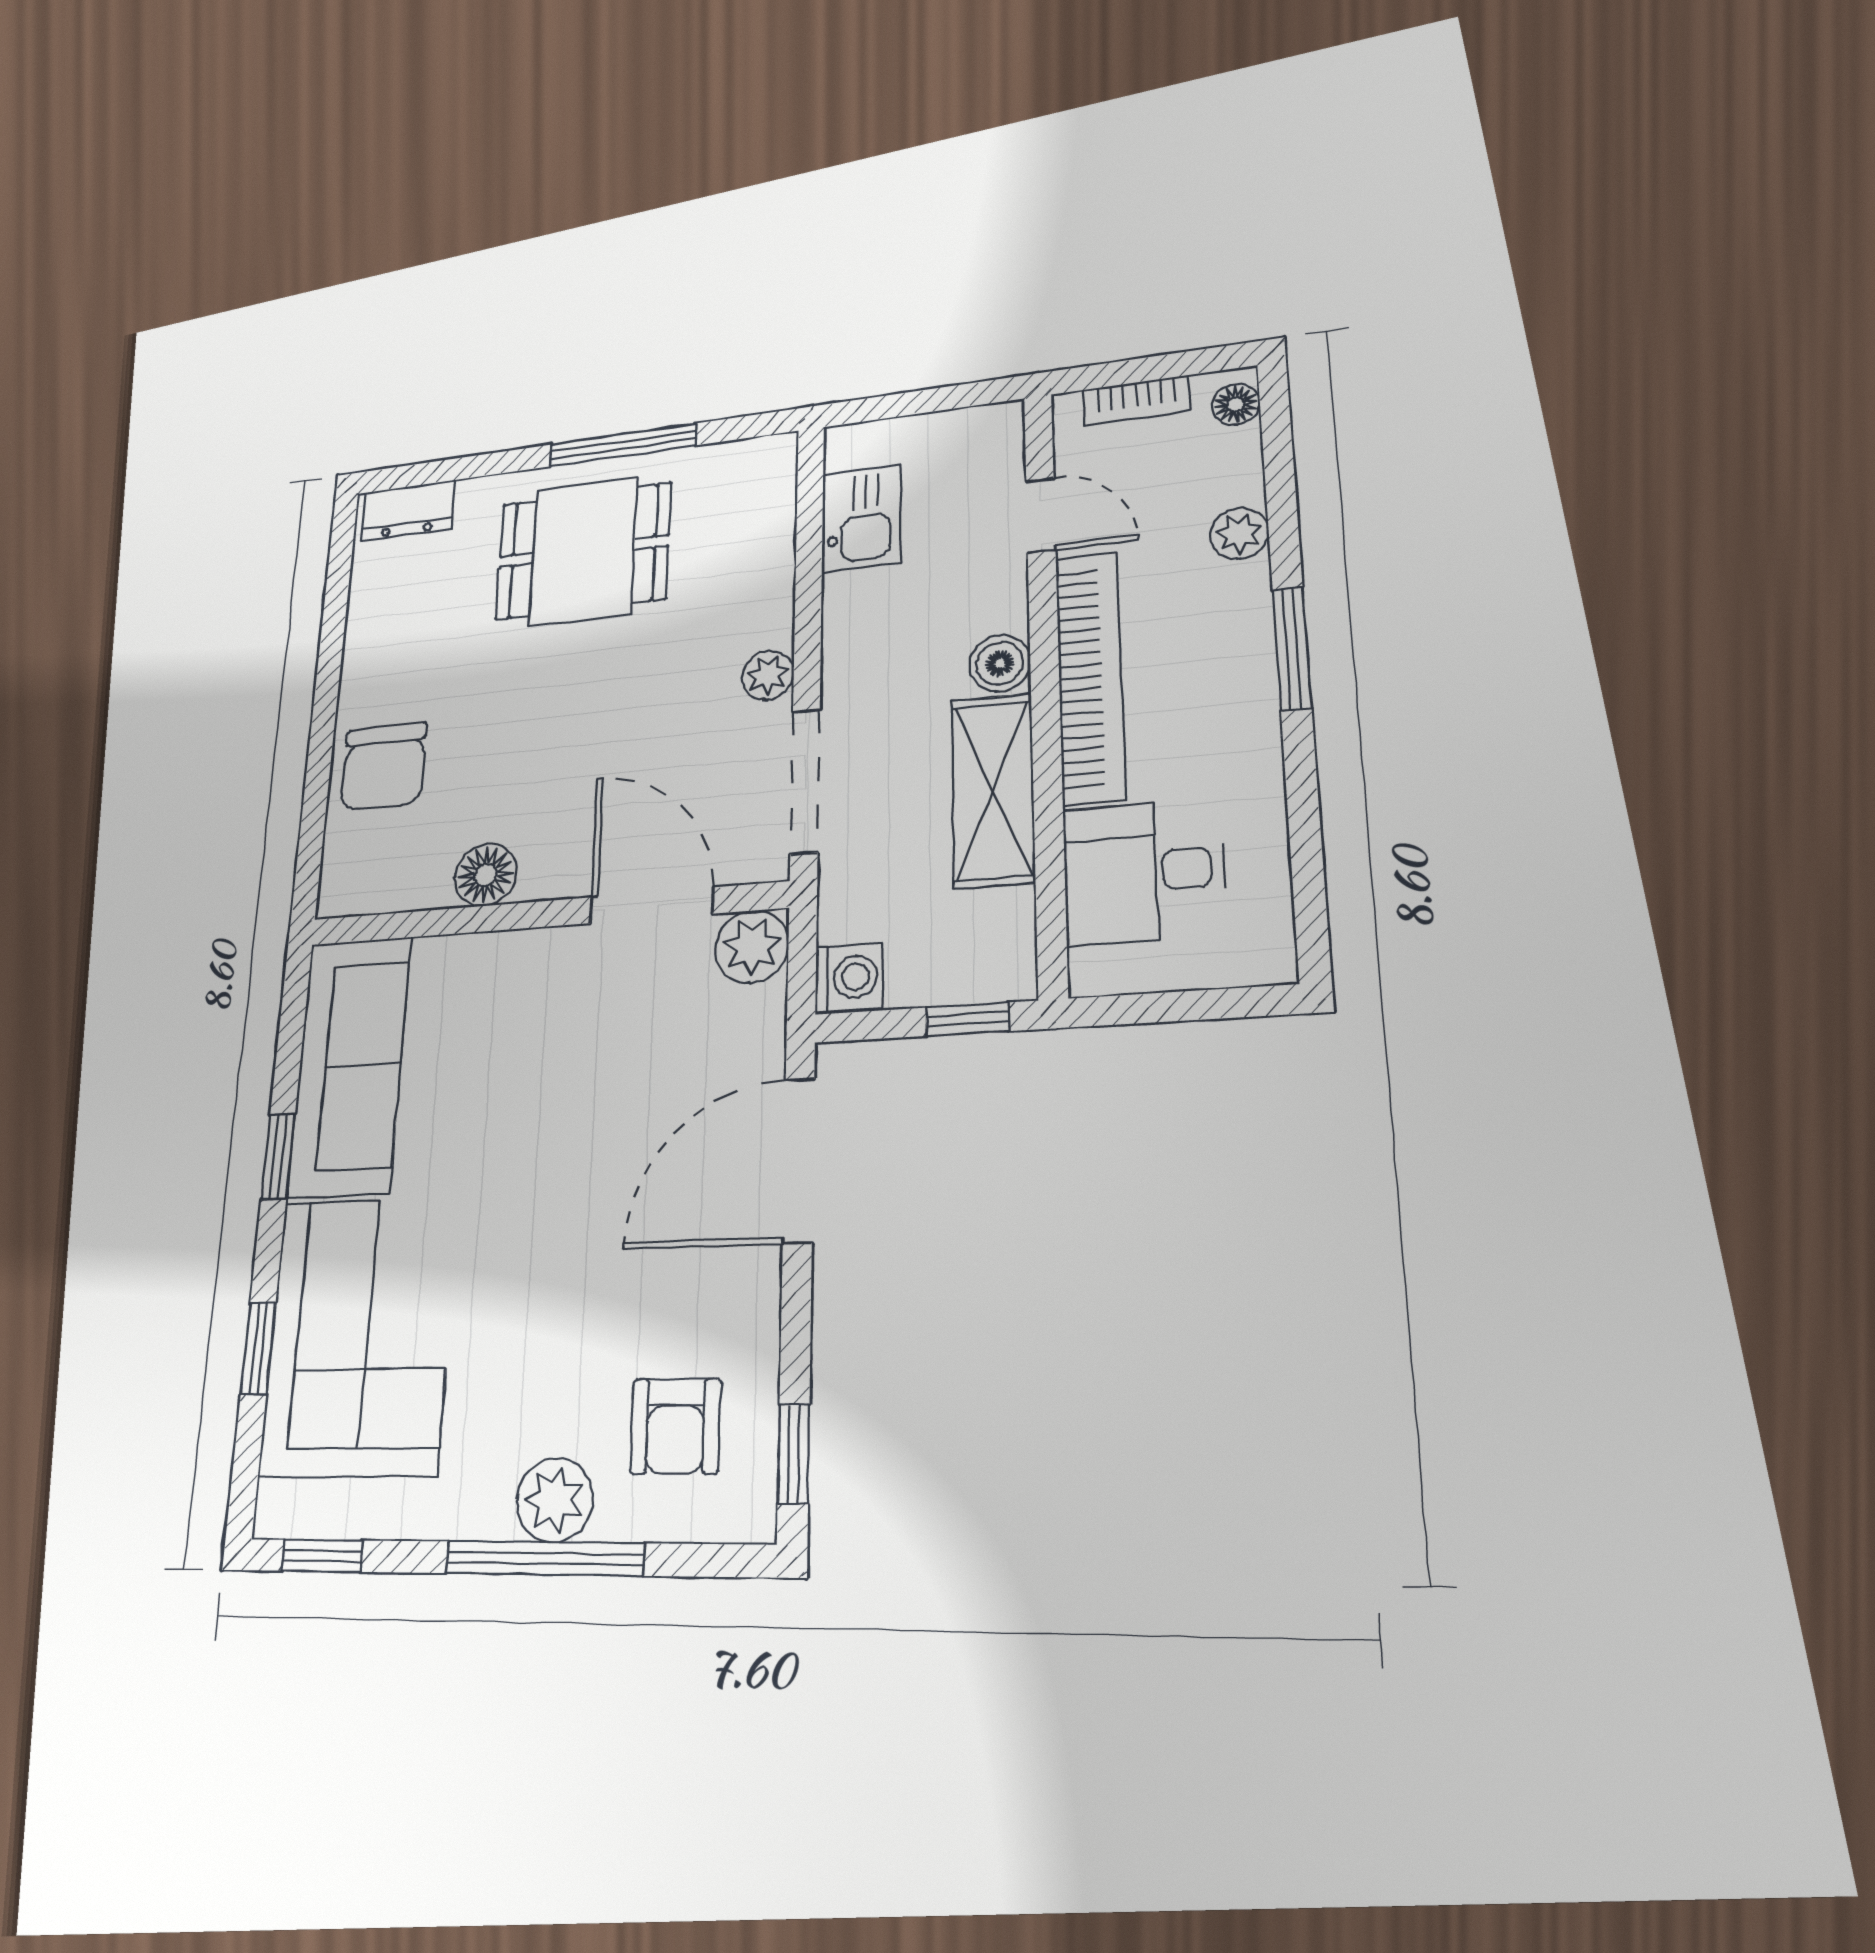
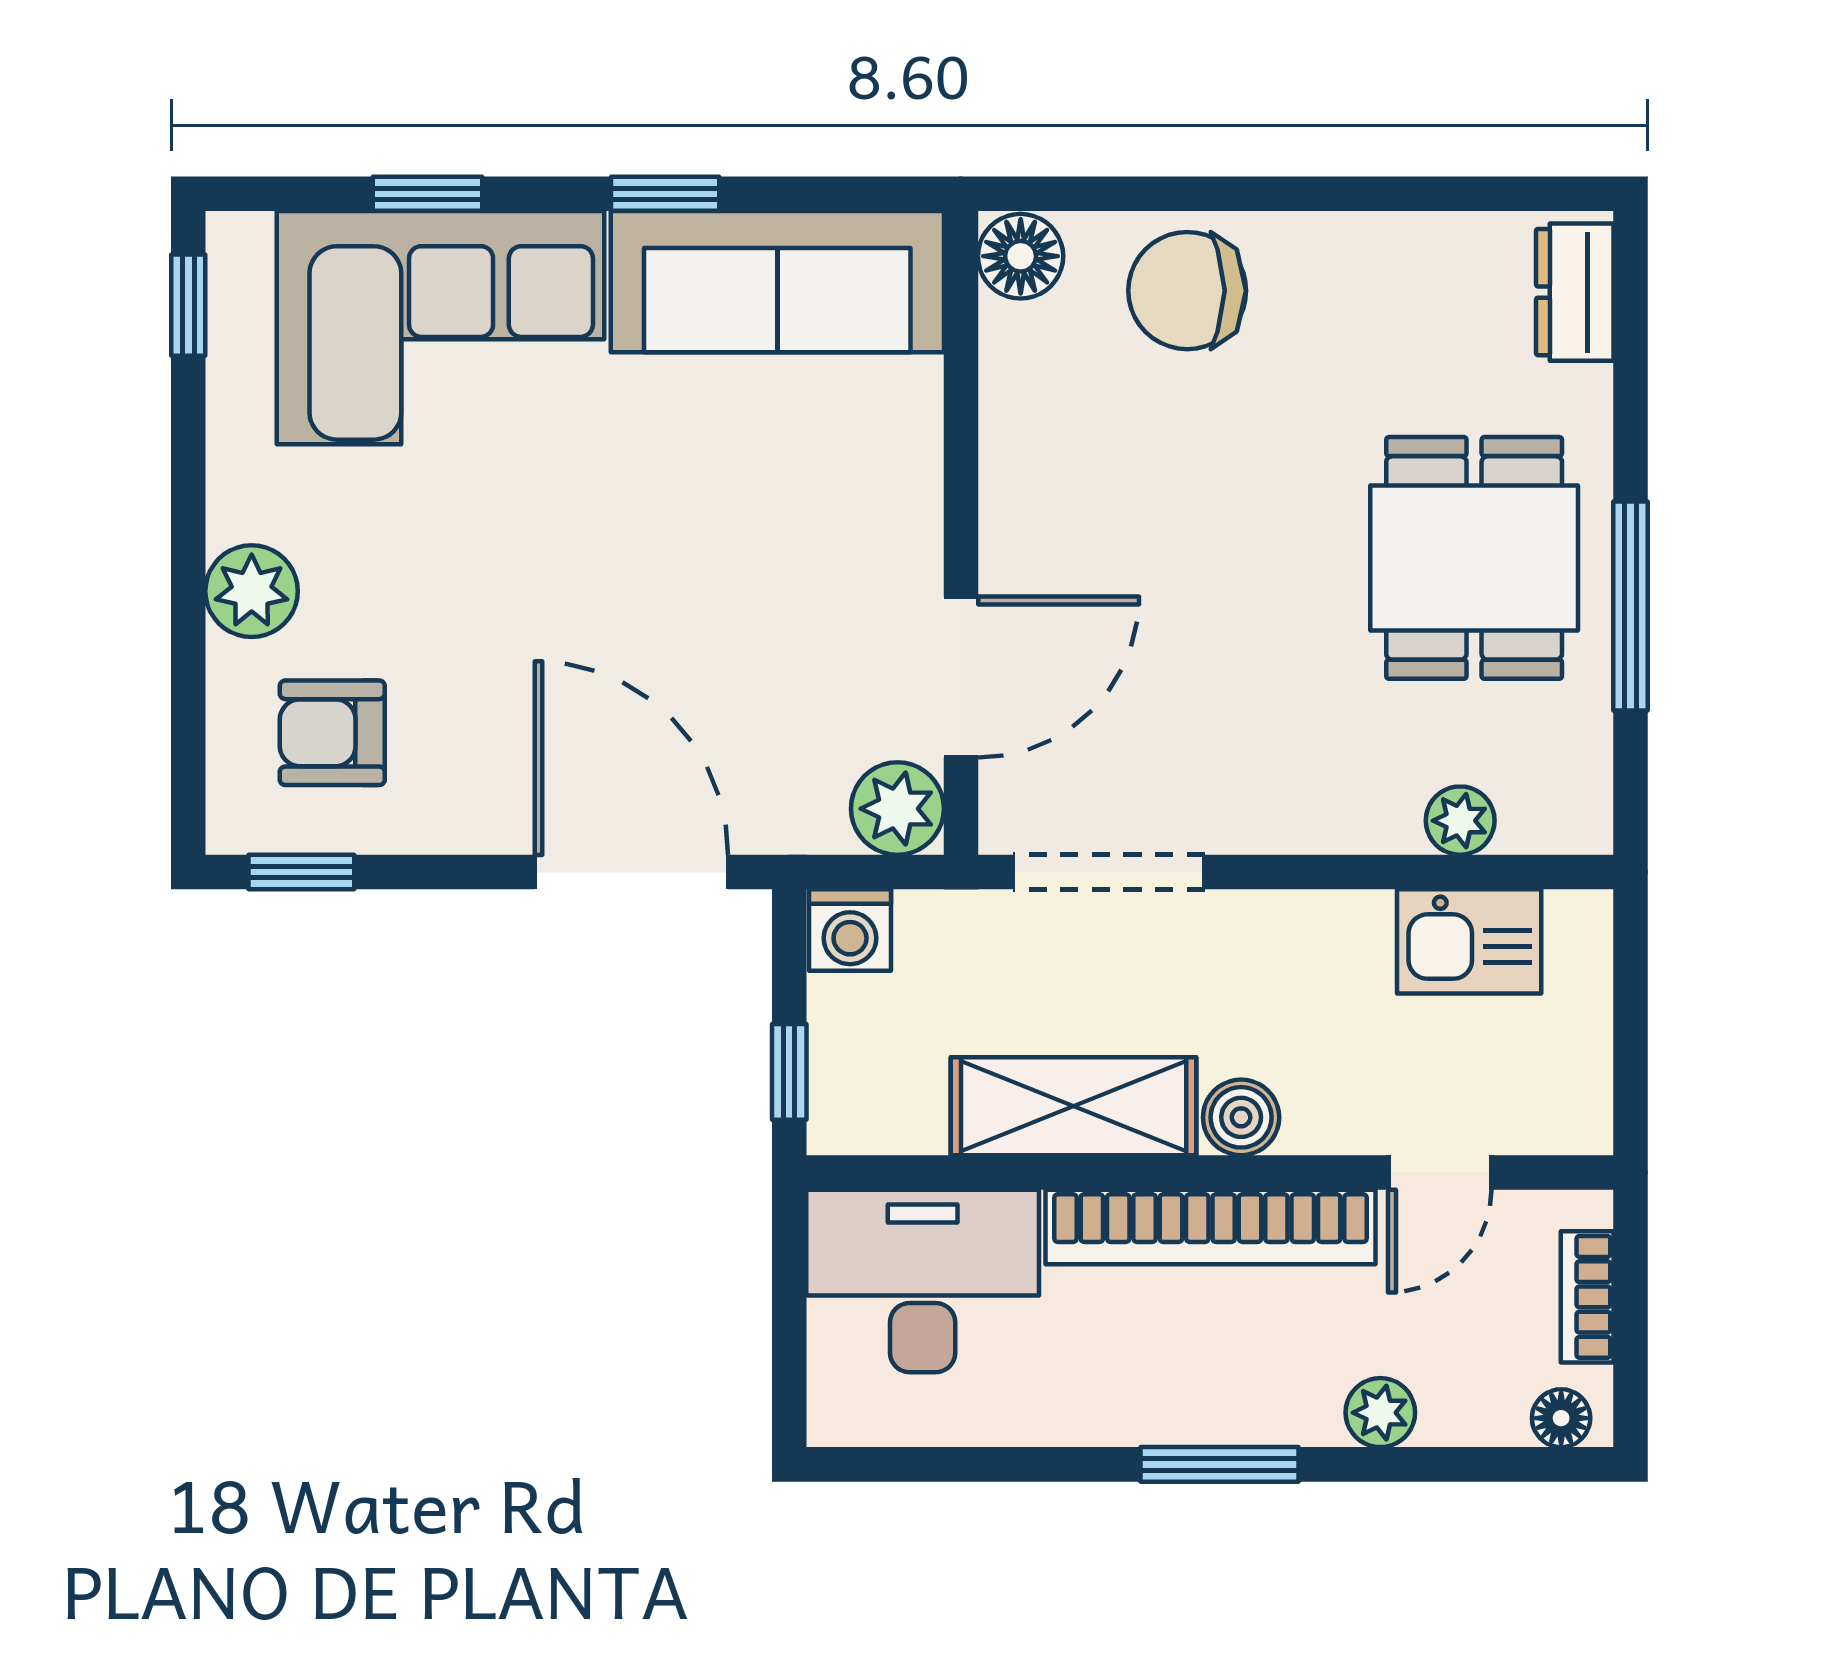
plant: (768, 675) -> (1460, 821), moved
desk: (1144, 872) -> (923, 1281), width x1.37
floor lamp: (486, 875) -> (1021, 256), moved
window: (544, 1558) -> (188, 583), removed

